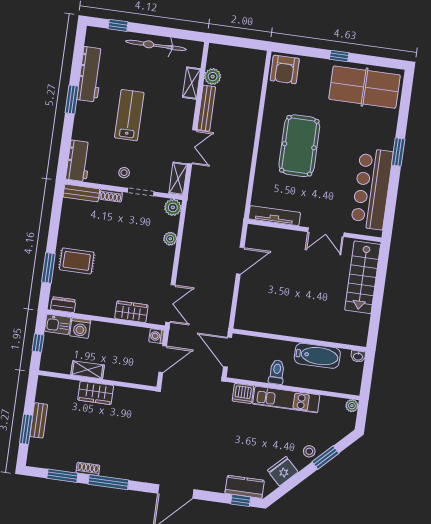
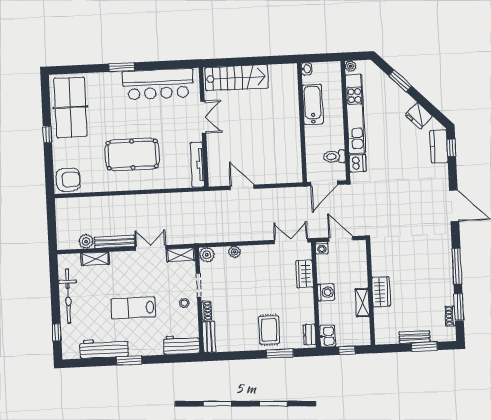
washing machine: (80, 328) -> (326, 292), moved
toilet: (277, 372) -> (334, 157), moved
kitchen unit: (286, 400) -> (355, 114), width x1.36
stool: (309, 451) -> (397, 96), removed
shoe rack: (88, 469) -> (450, 316), moved

